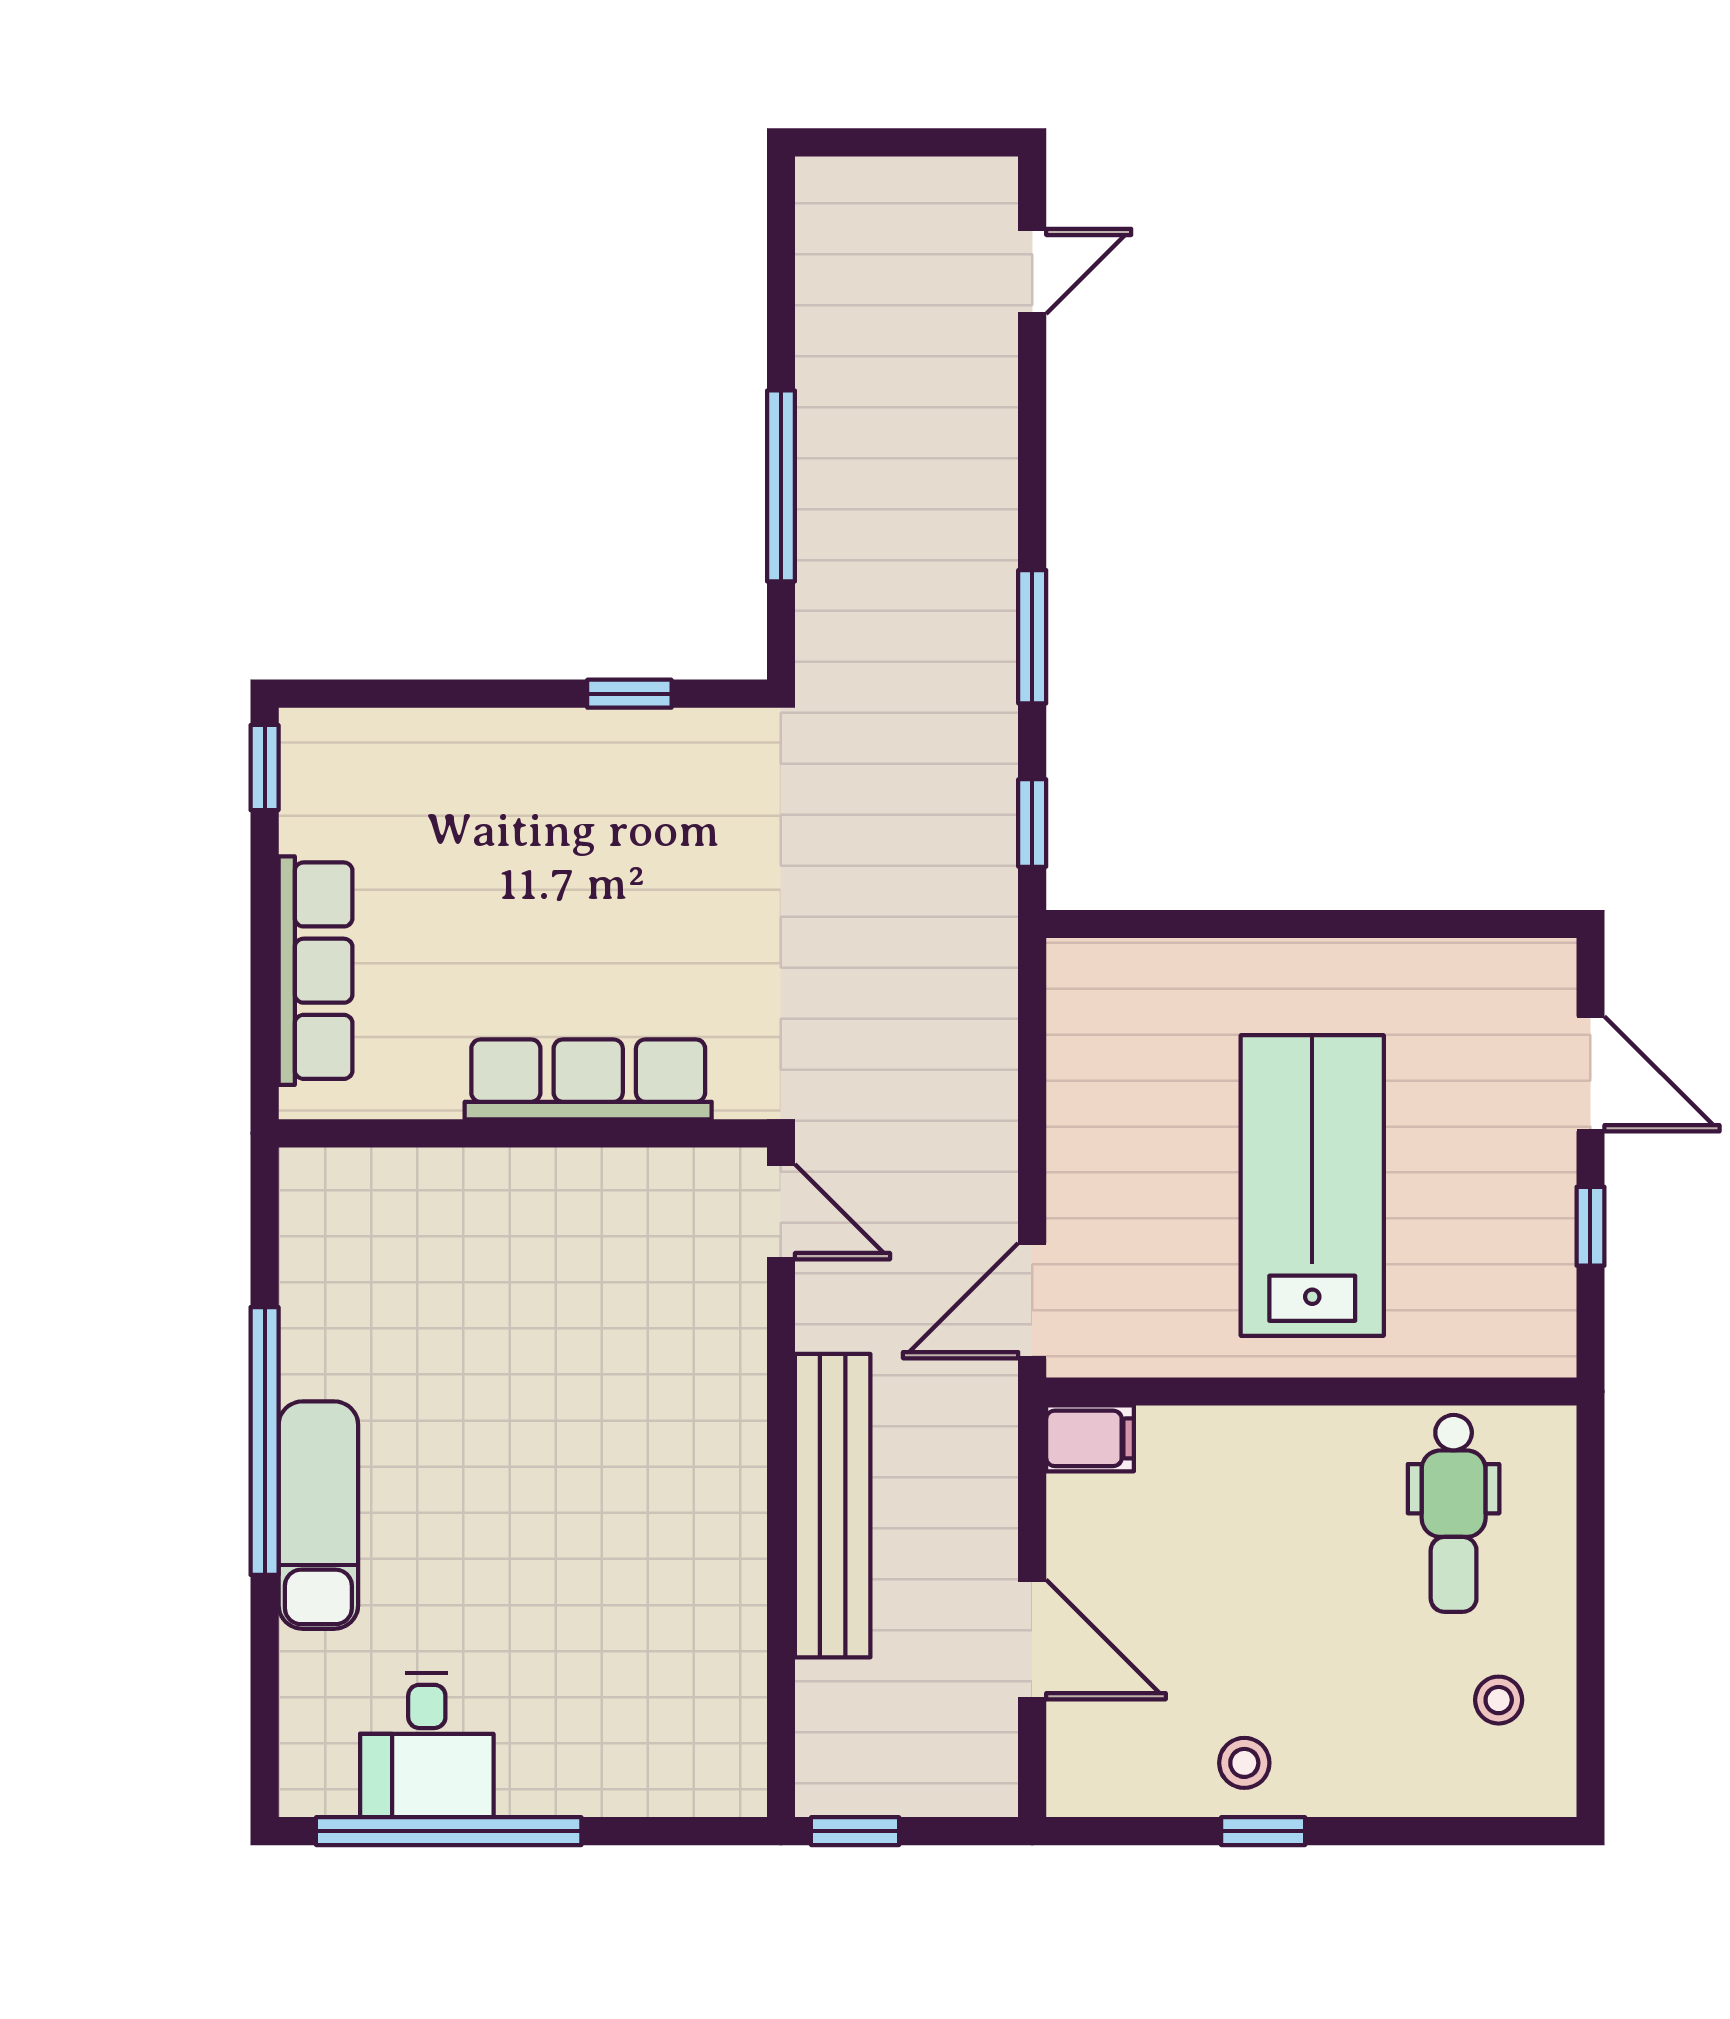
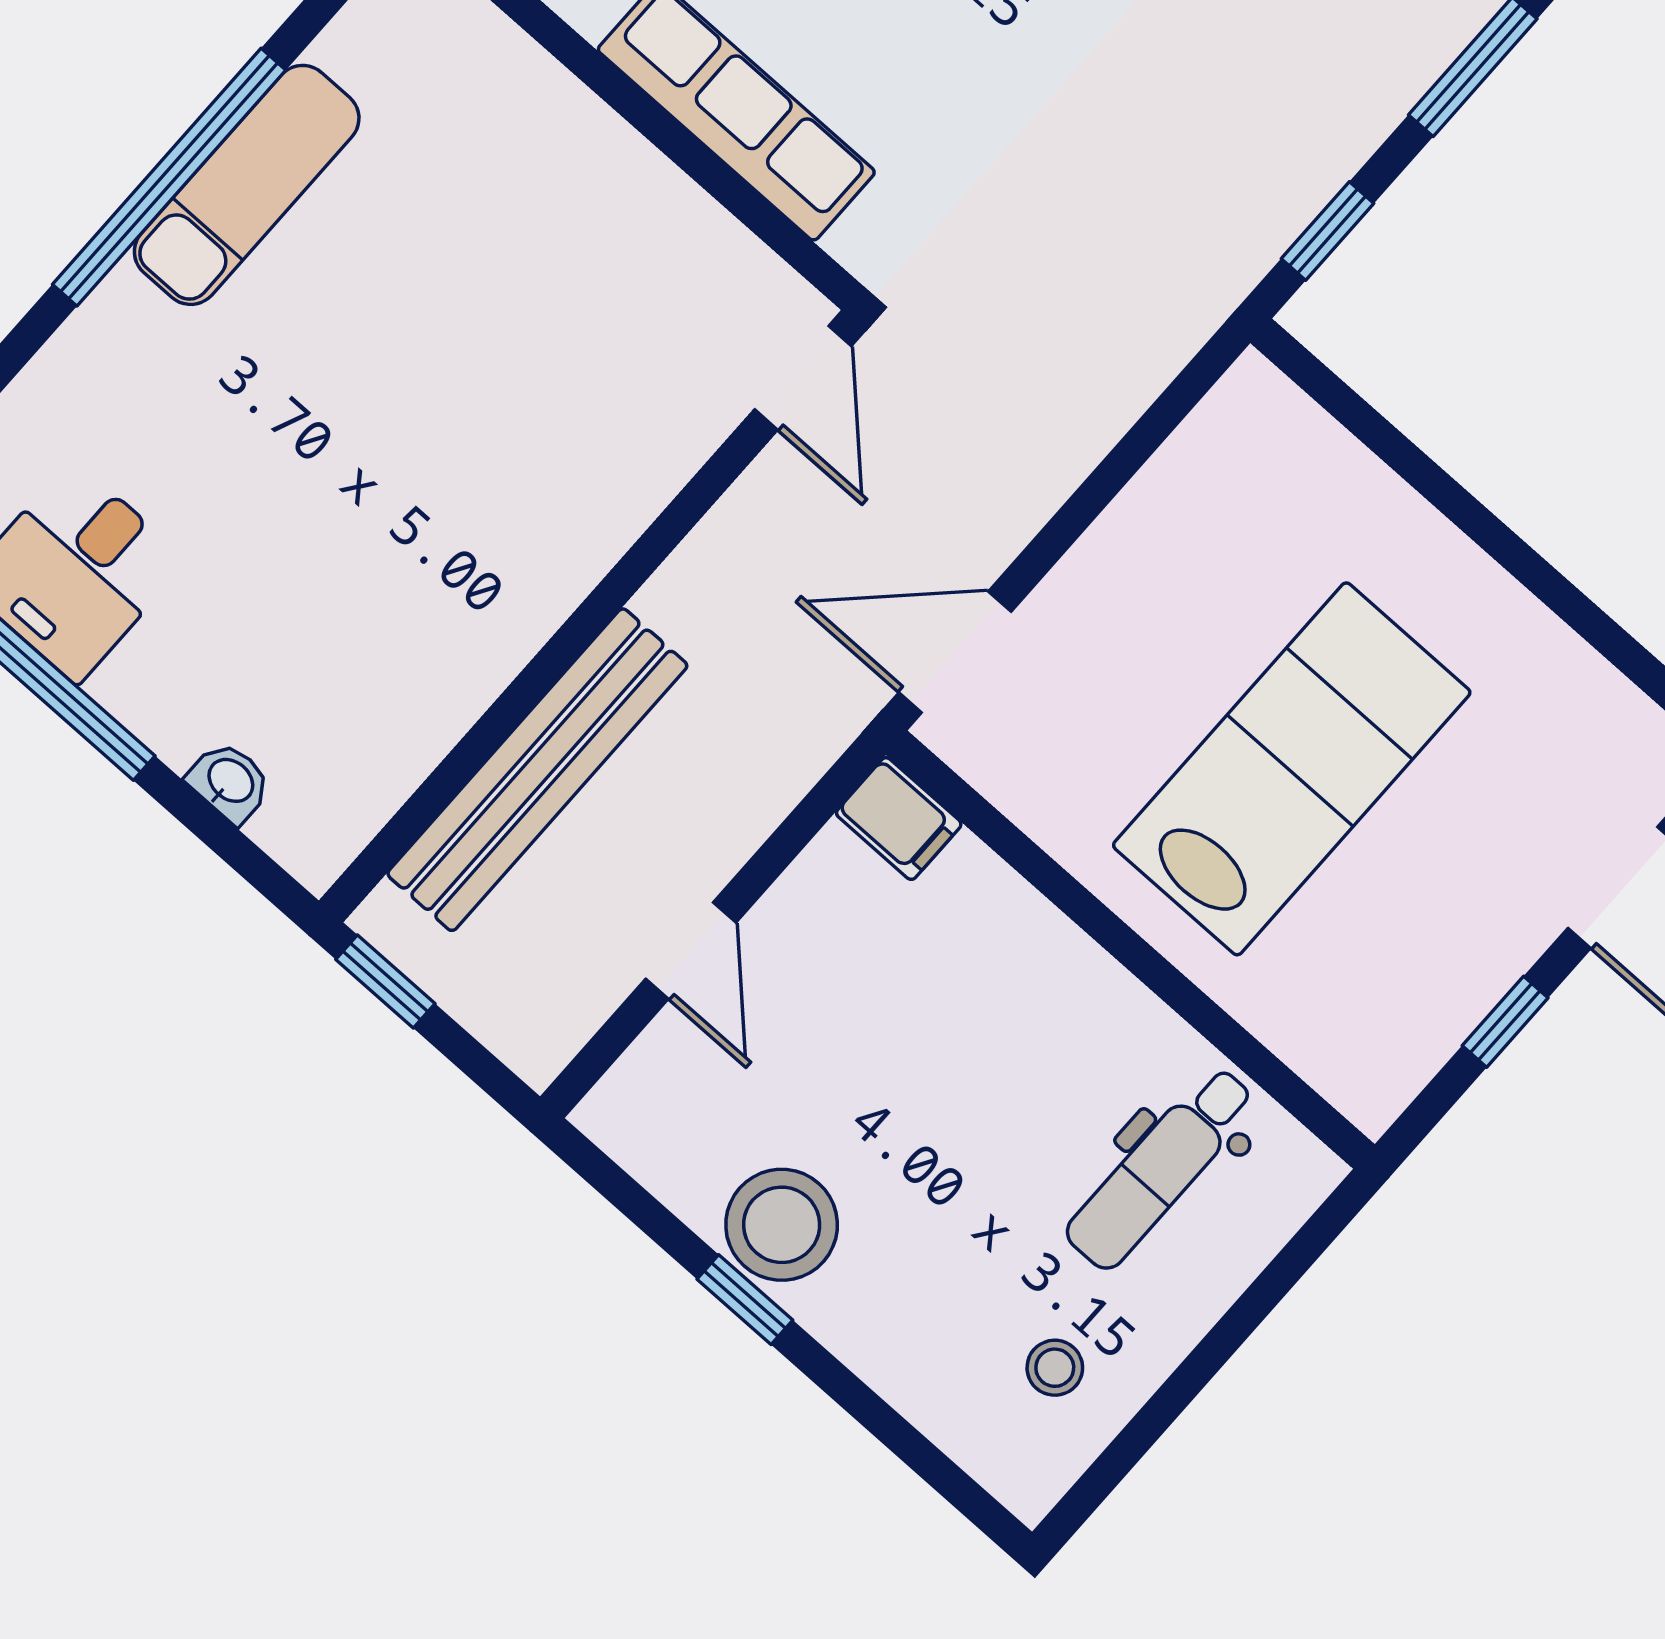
bench: (833, 1506) -> (537, 770), moved
exam couch: (318, 1515) -> (247, 185), moved
door: (1032, 1639) -> (691, 951), width x0.73
stool: (1244, 1763) -> (782, 1225), width x1.89, depth x1.89
washbasin: (644, 1792) -> (230, 782), added

